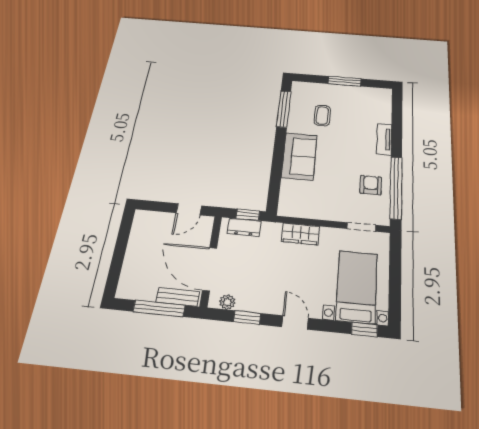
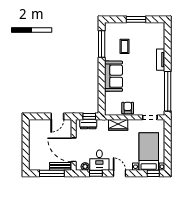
armchair: (371, 185) -> (128, 108), moved
desk: (257, 293) -> (99, 160), added

